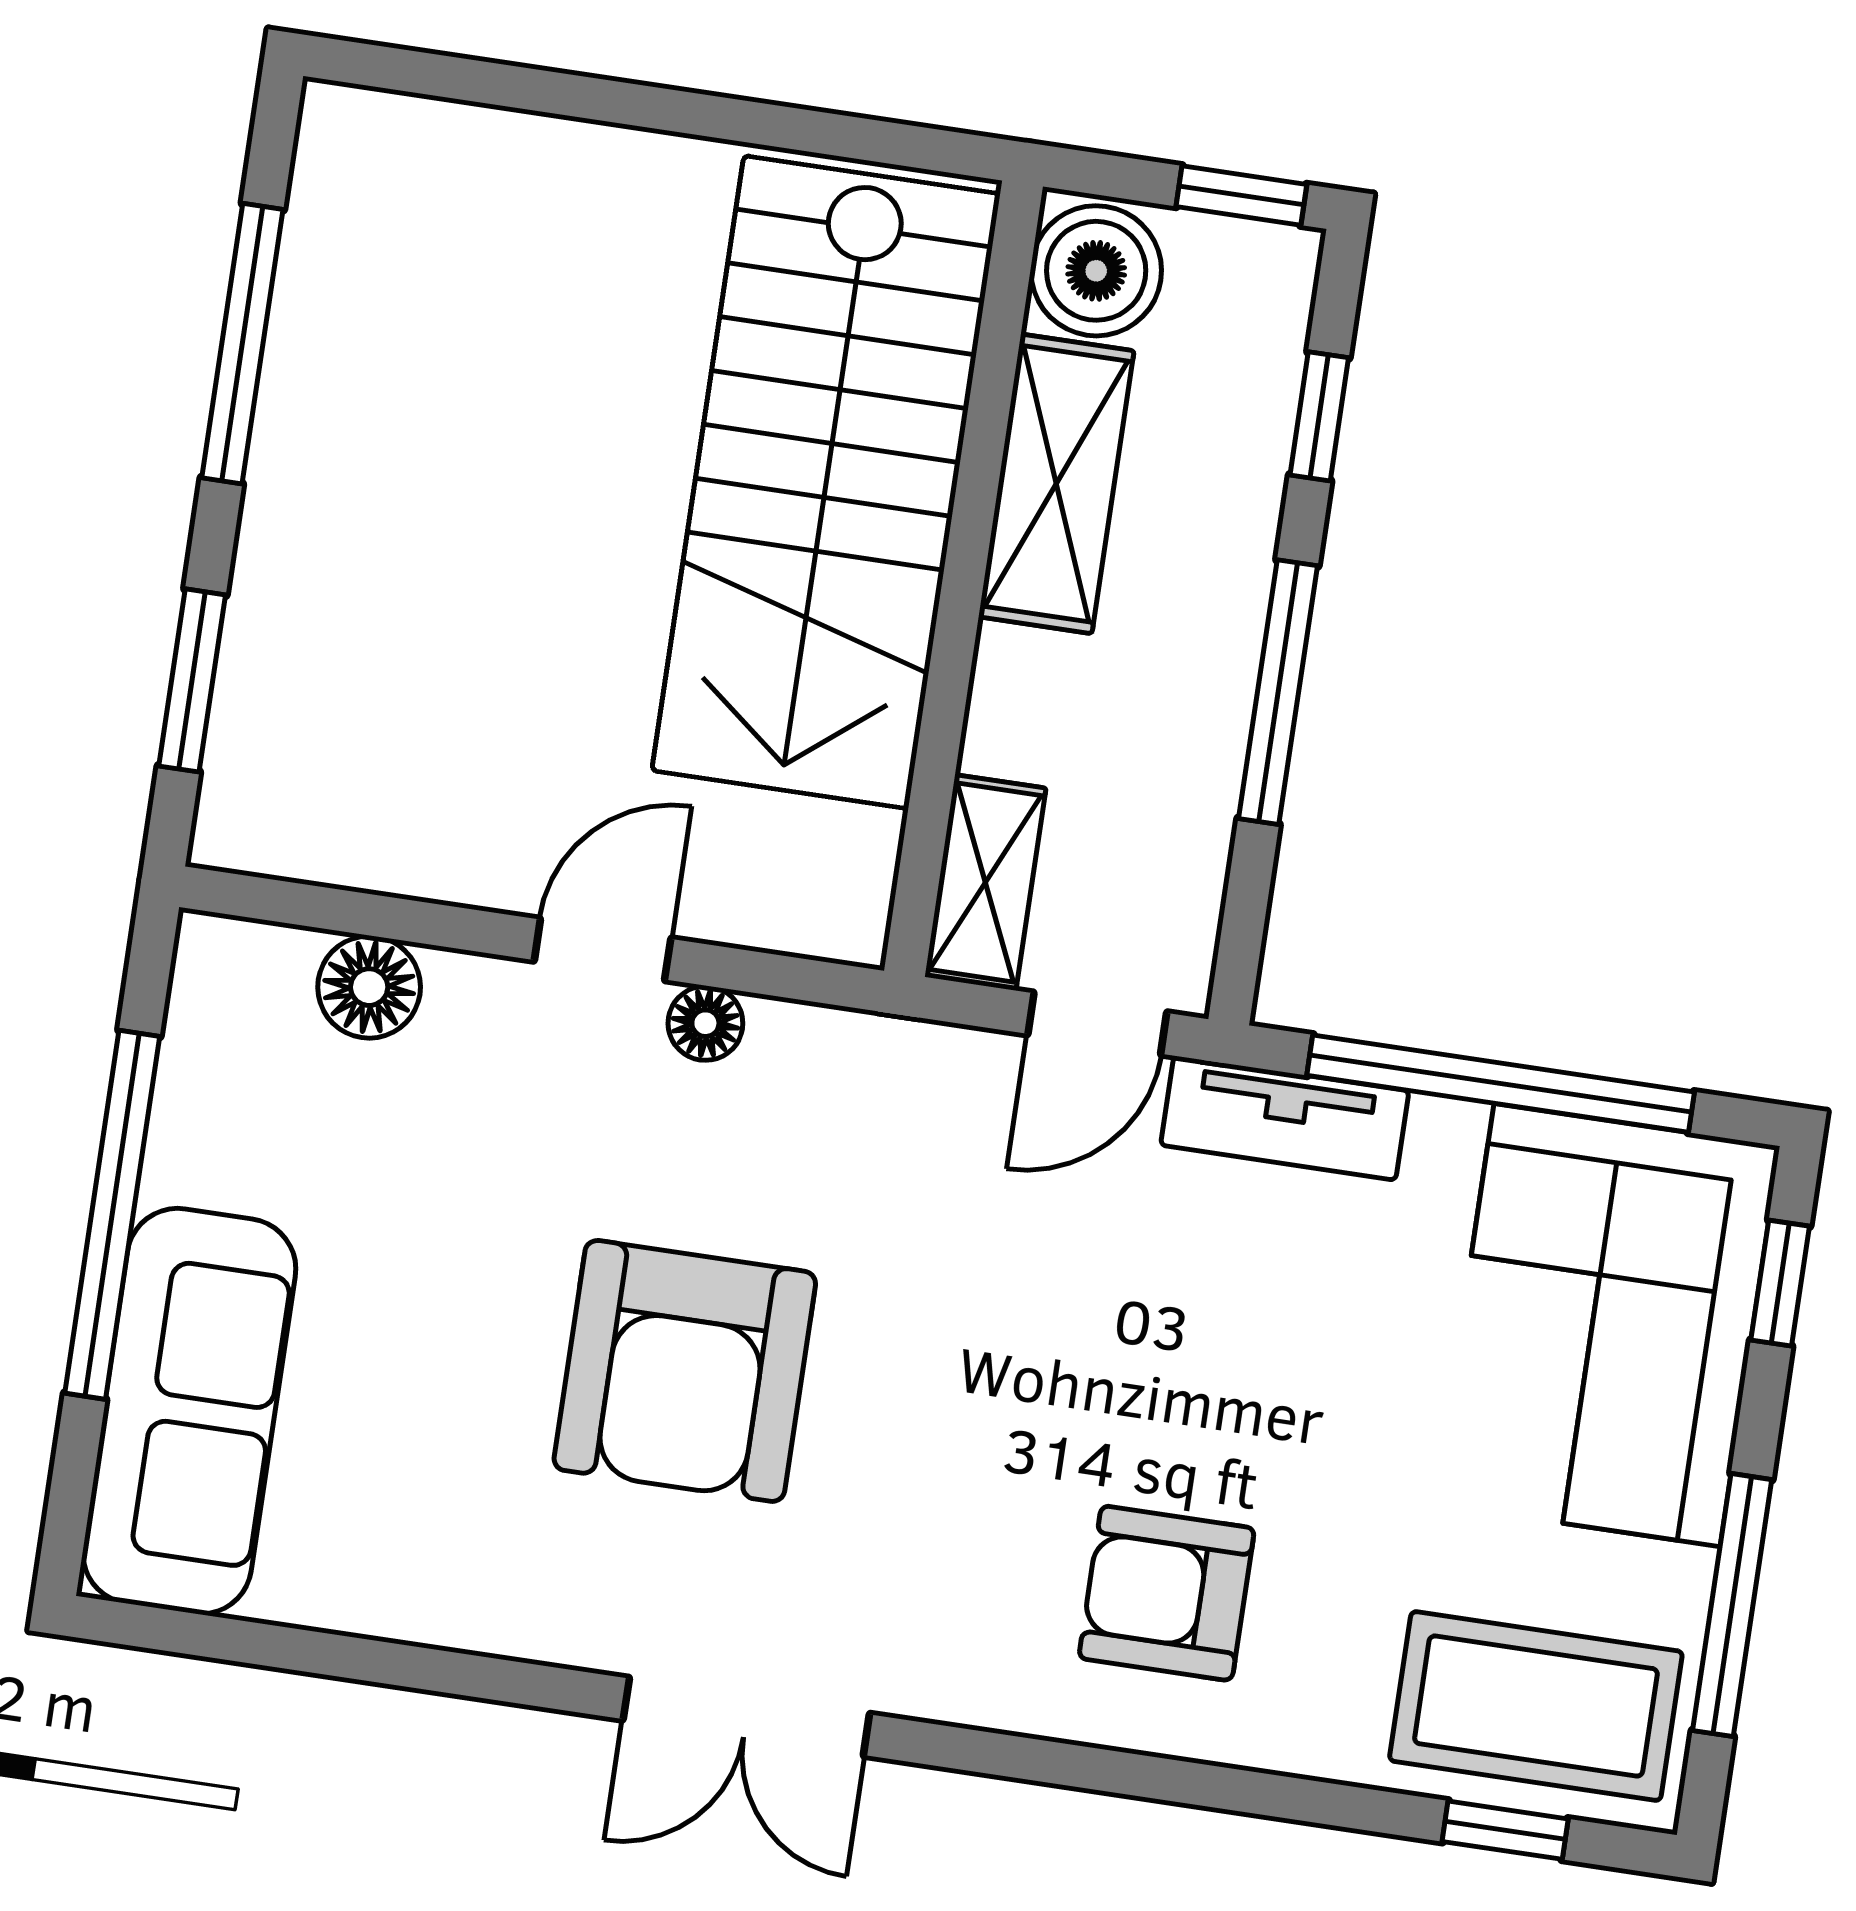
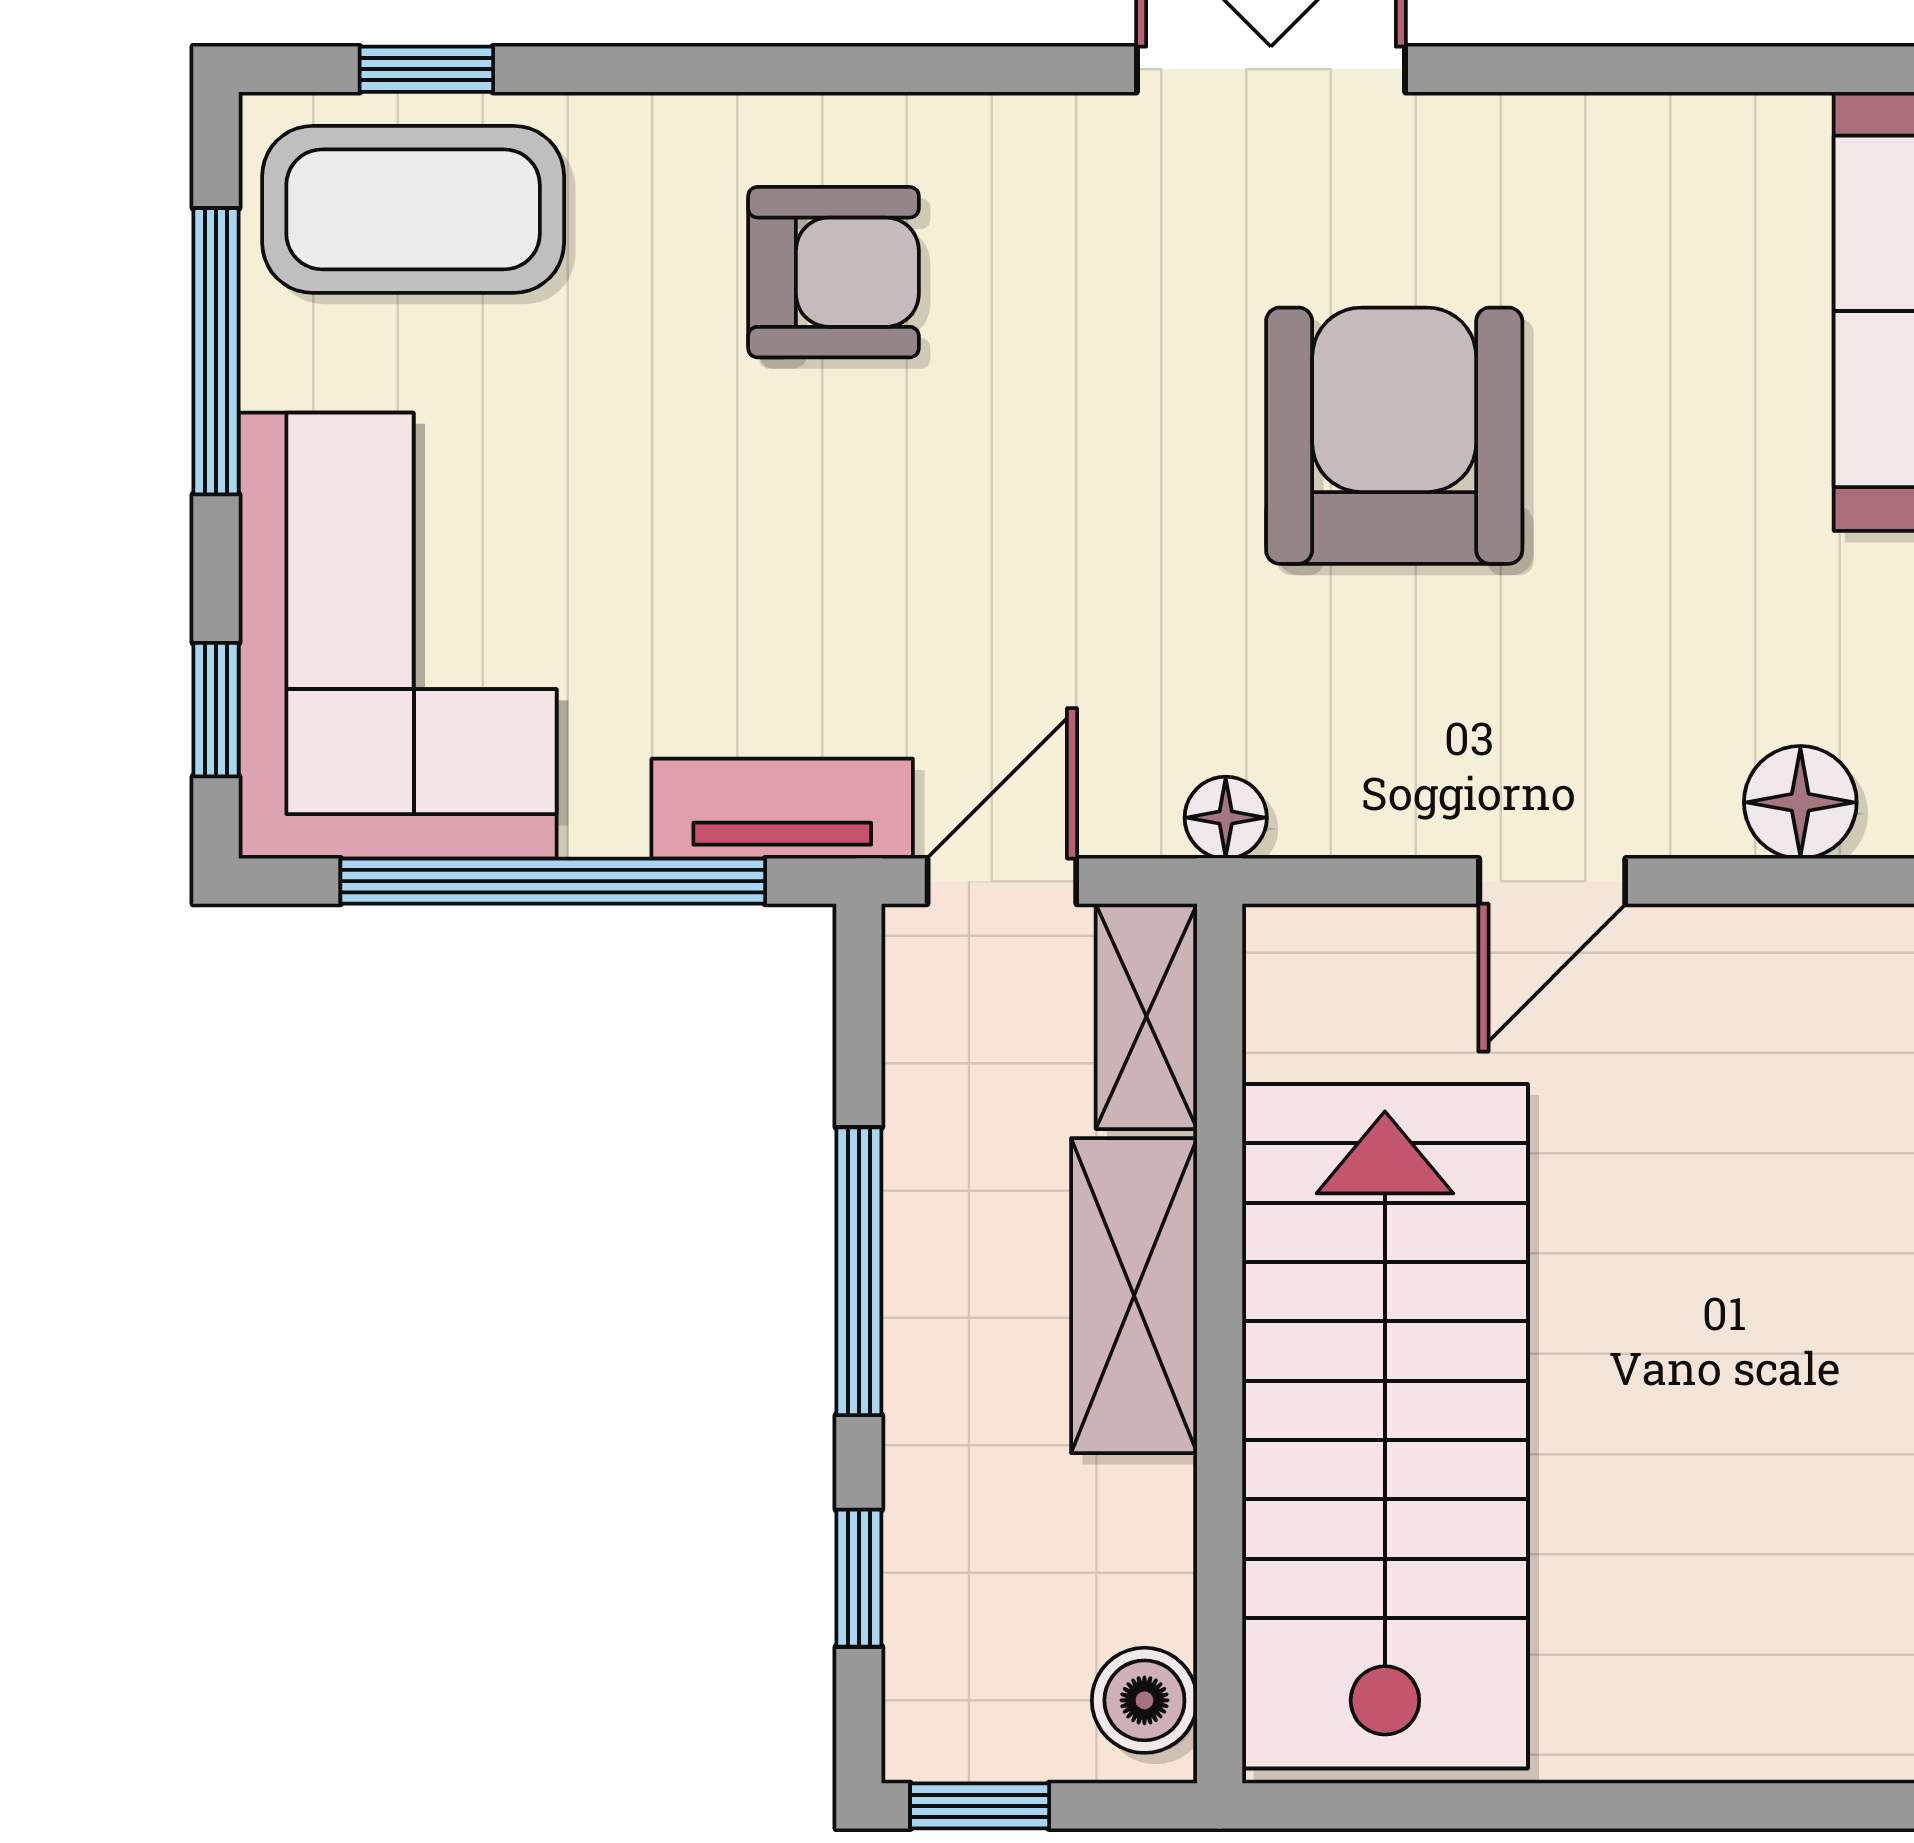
boiler: (1096, 271) -> (1144, 1700), width x0.73, depth x0.73
shelving: (1056, 484) -> (1134, 1296), moved
floor lamp: (705, 1023) -> (1226, 818), moved

